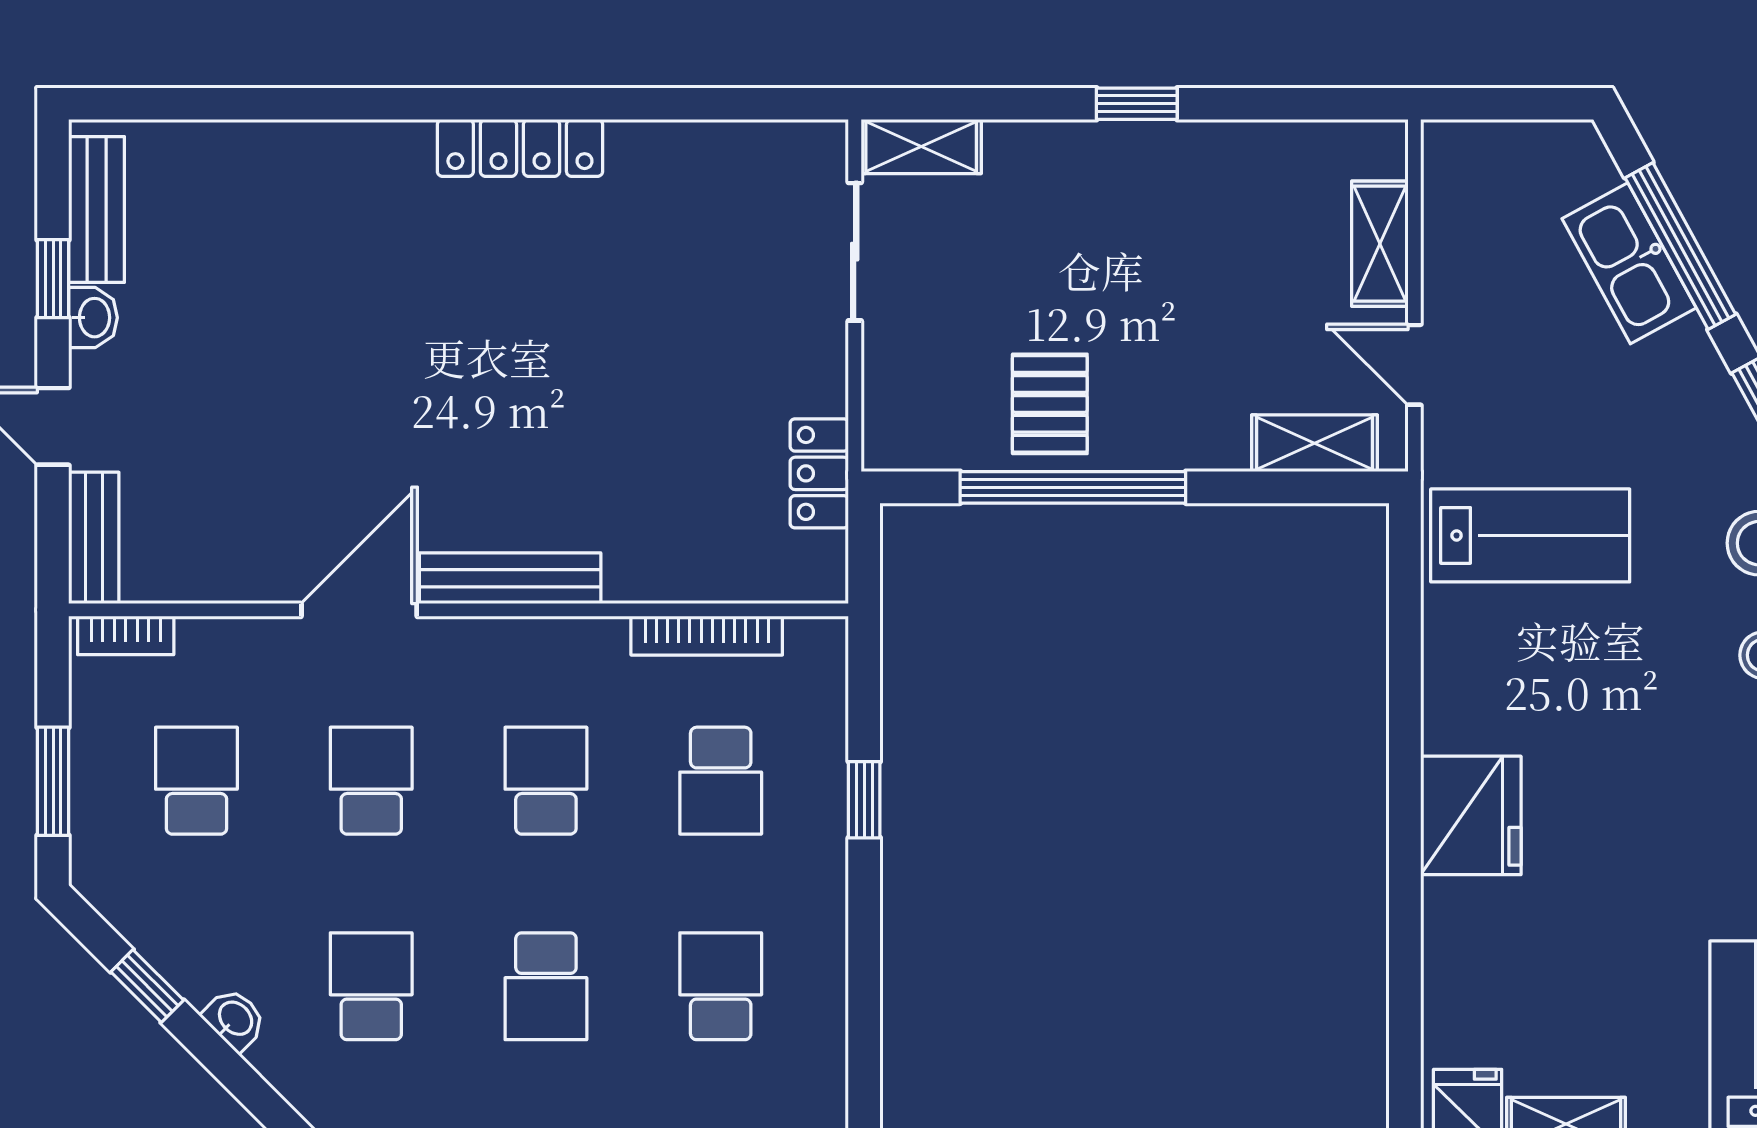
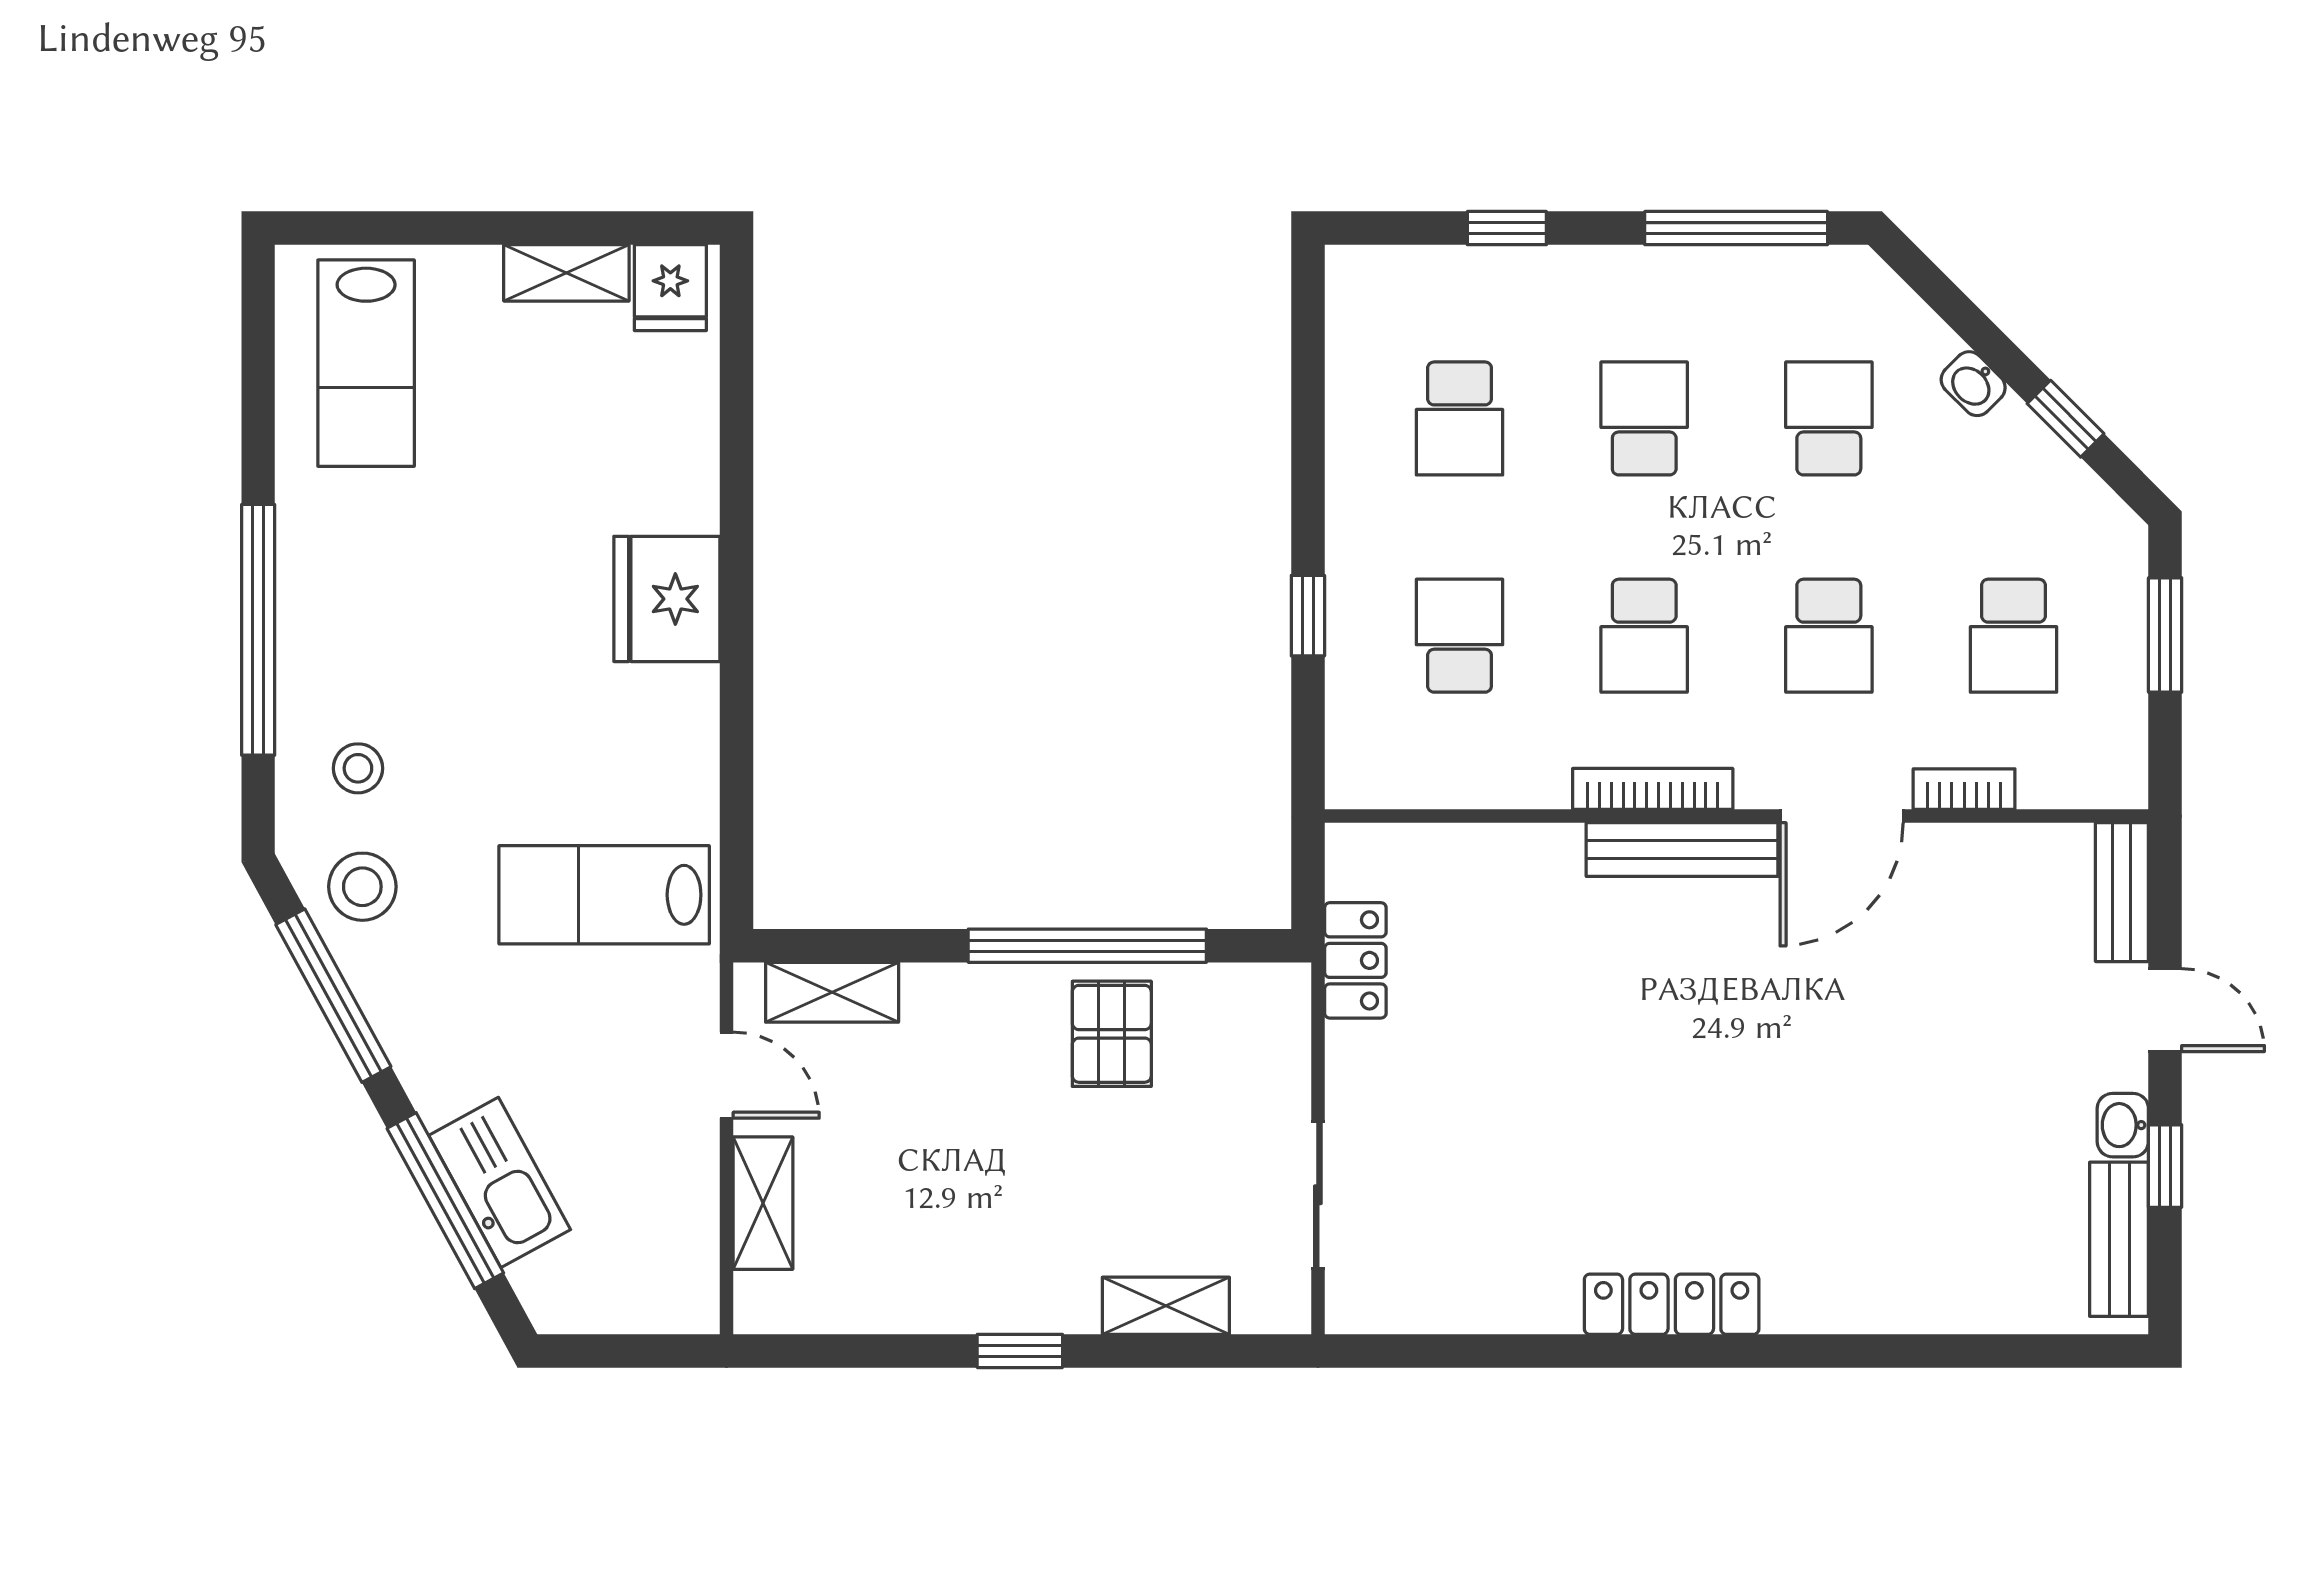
shelving: (921, 147) -> (1166, 1306), moved
bookcase: (126, 635) -> (1964, 789), moved
bookcase: (707, 636) -> (1653, 789), moved
school desk: (371, 986) -> (1829, 418), turned 180

